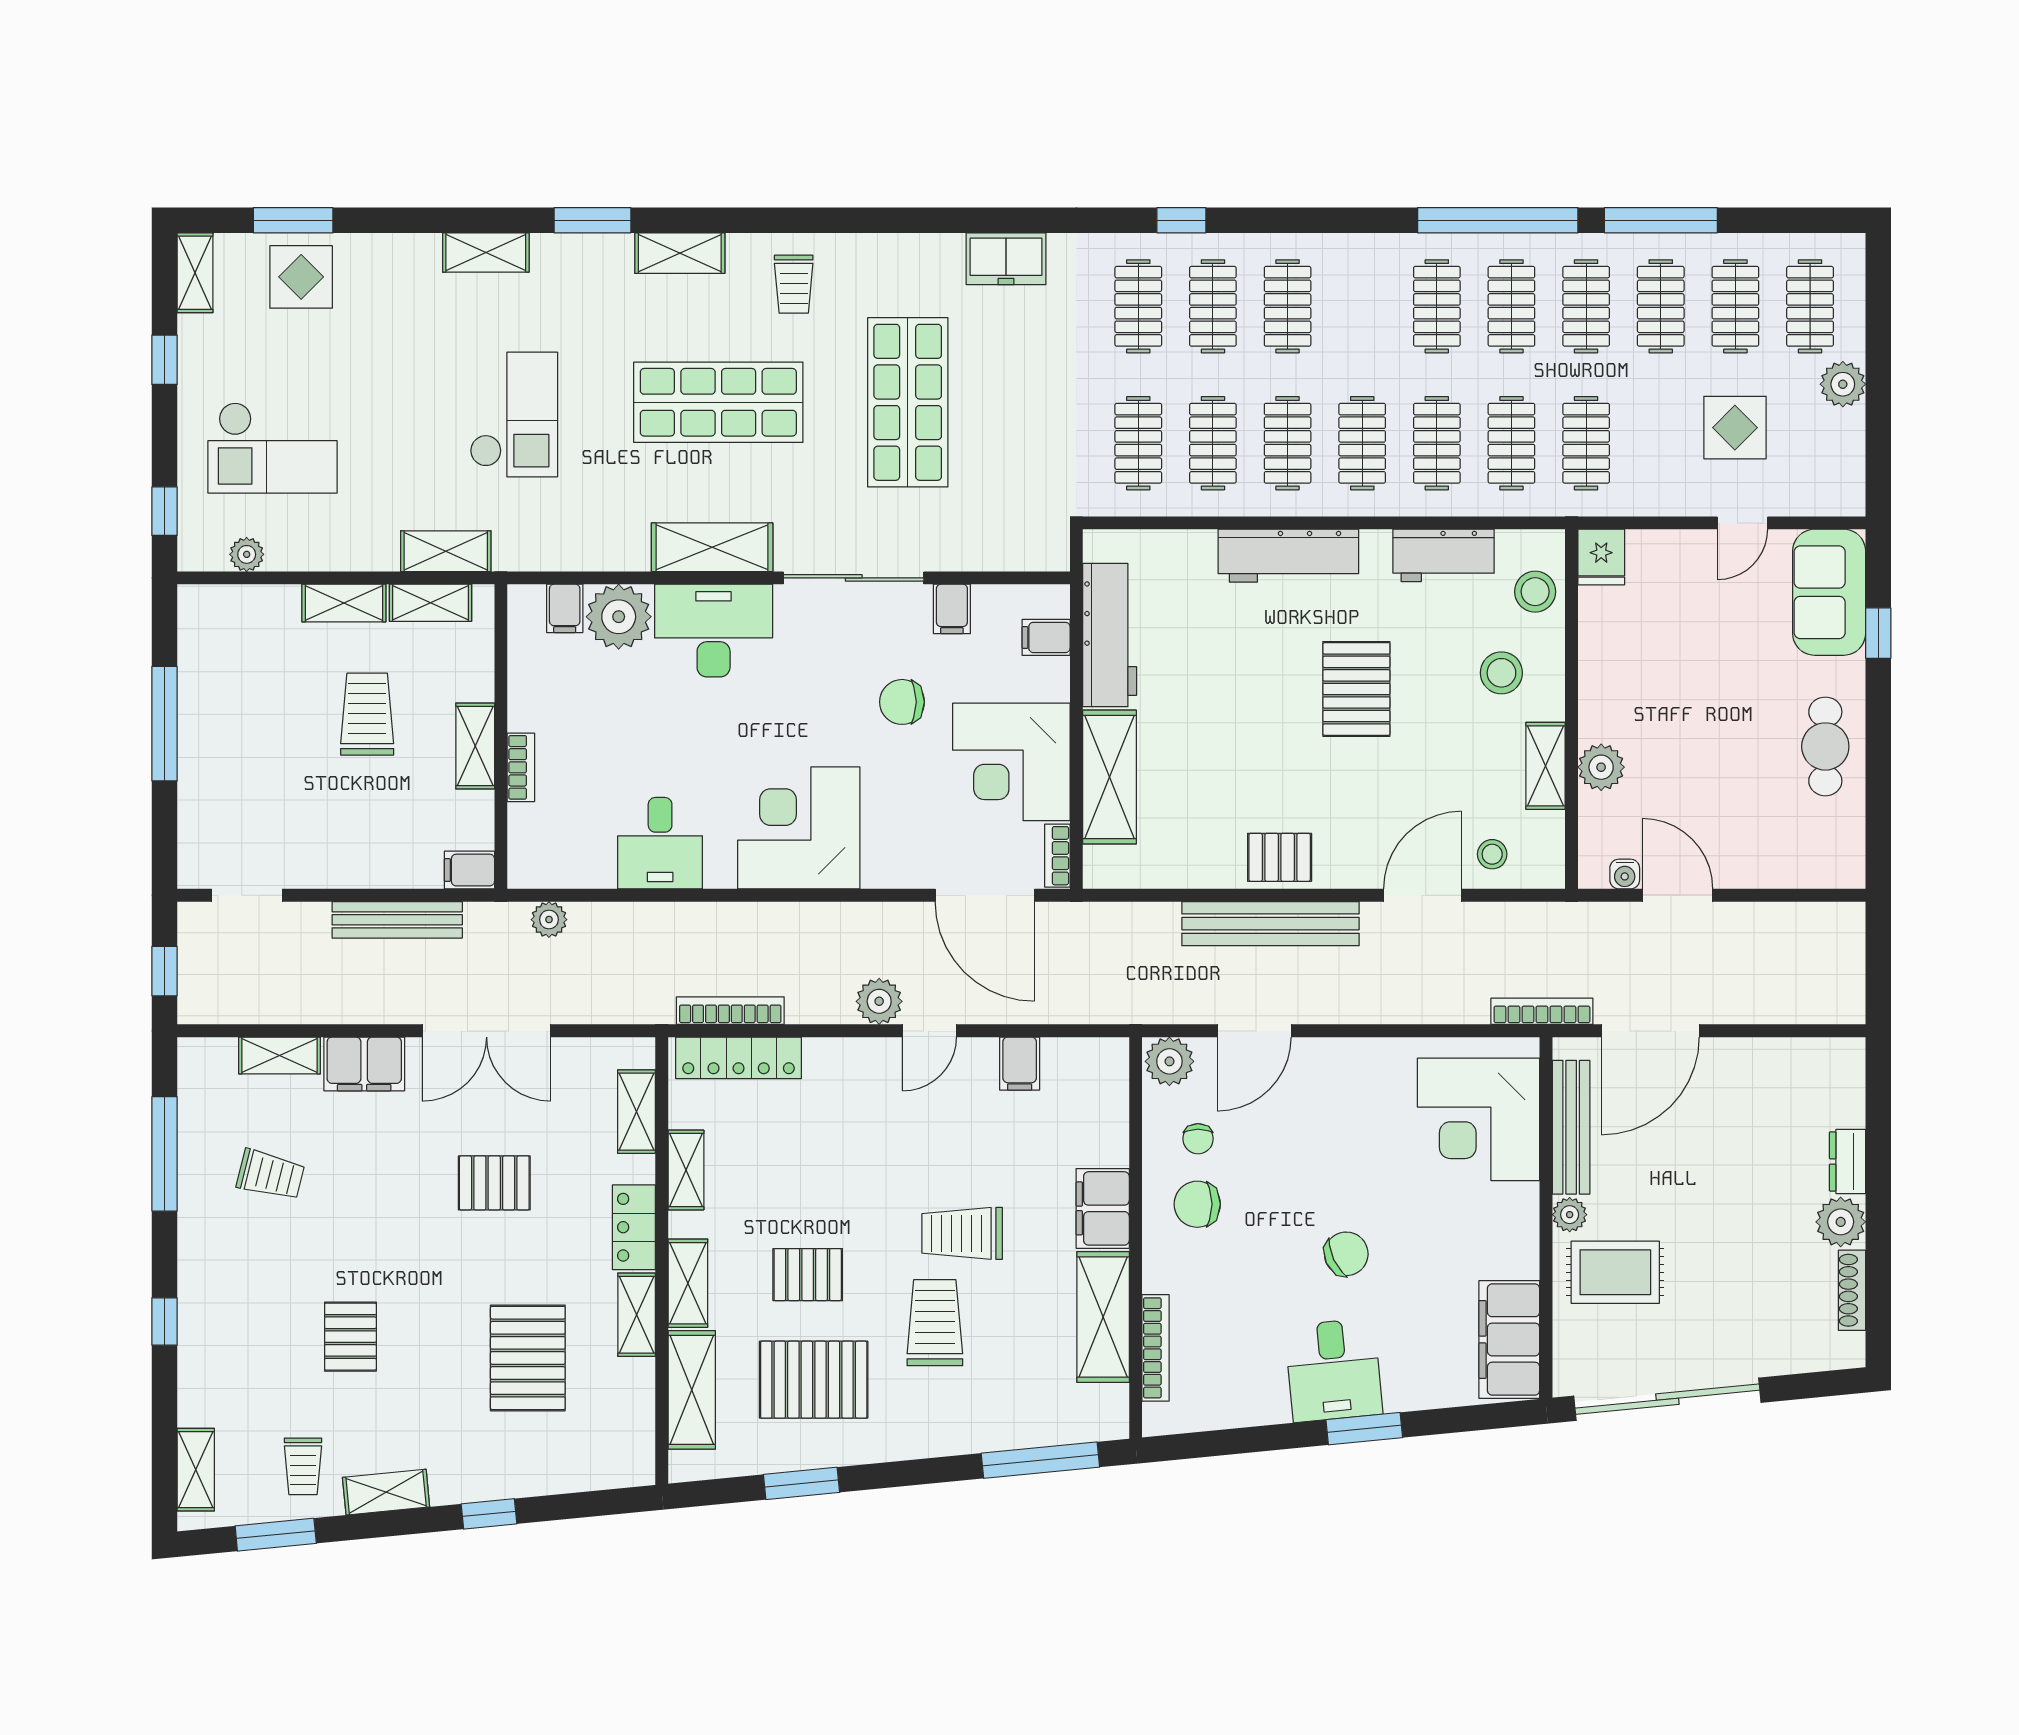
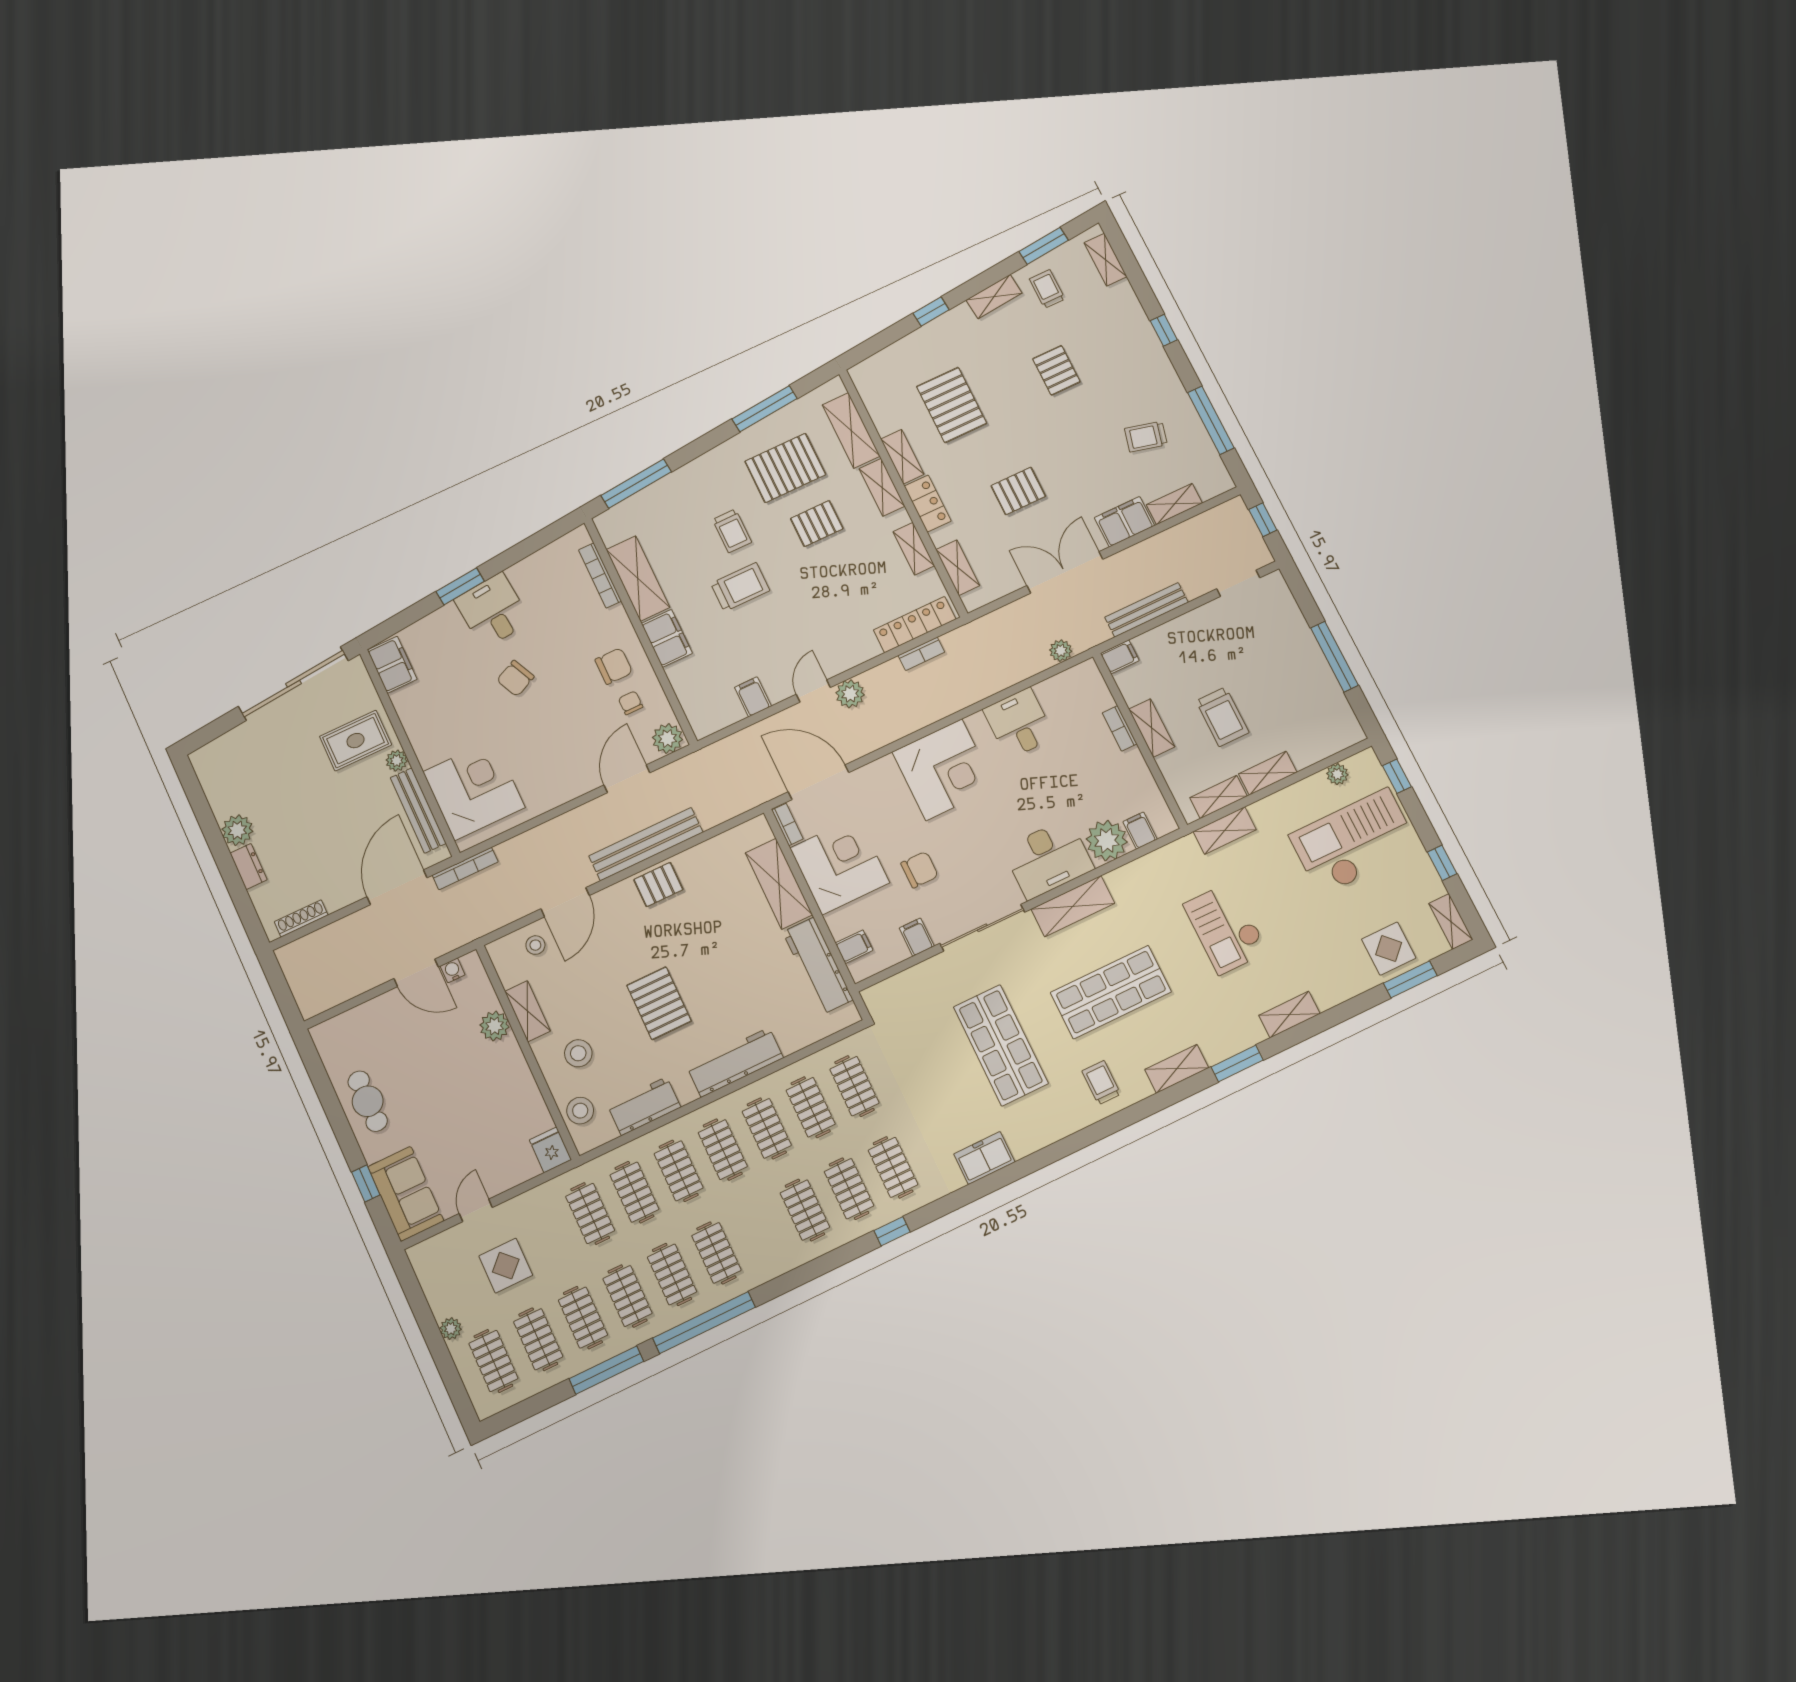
plant: (1843, 384) -> (451, 1329), width x0.73, depth x0.73
checkout: (273, 448) -> (1354, 842), width x1.36, depth x1.21
bookcase: (730, 1011) -> (921, 654), width x0.64
shoe rack: (1852, 1290) -> (301, 918), moved, turned -90
trolley: (935, 1323) -> (732, 531), width x0.73, depth x0.72
filing cabinet: (1509, 1339) -> (392, 665), width x0.67, depth x0.86
window: (802, 1483) -> (765, 409), width x1.44

